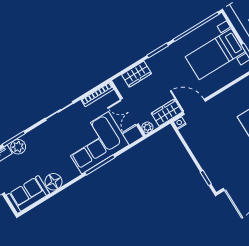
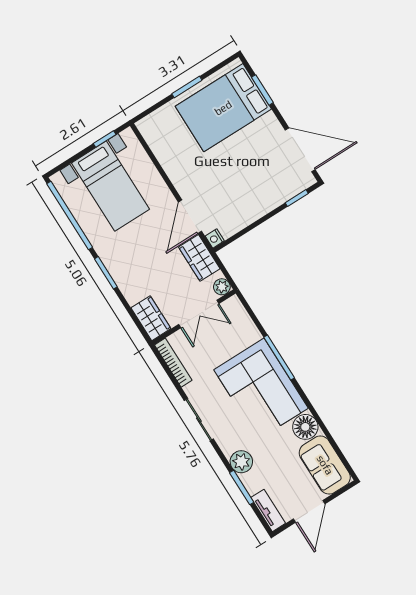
wardrobe: (137, 74) -> (151, 318), moved
corner sofa: (95, 143) -> (261, 389), moved
plant: (18, 147) -> (241, 462), moved

